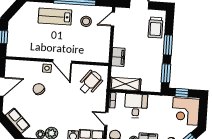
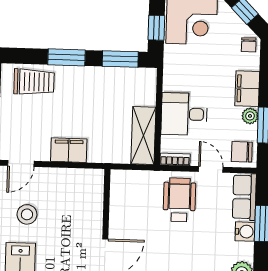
door: (113, 19) -> (21, 163), hinge flipped
filing cabinet: (118, 57) -> (69, 150), moved
wheelchair: (90, 82) -> (179, 200), moved, turned 52
door: (106, 119) -> (211, 169), swing flipped

